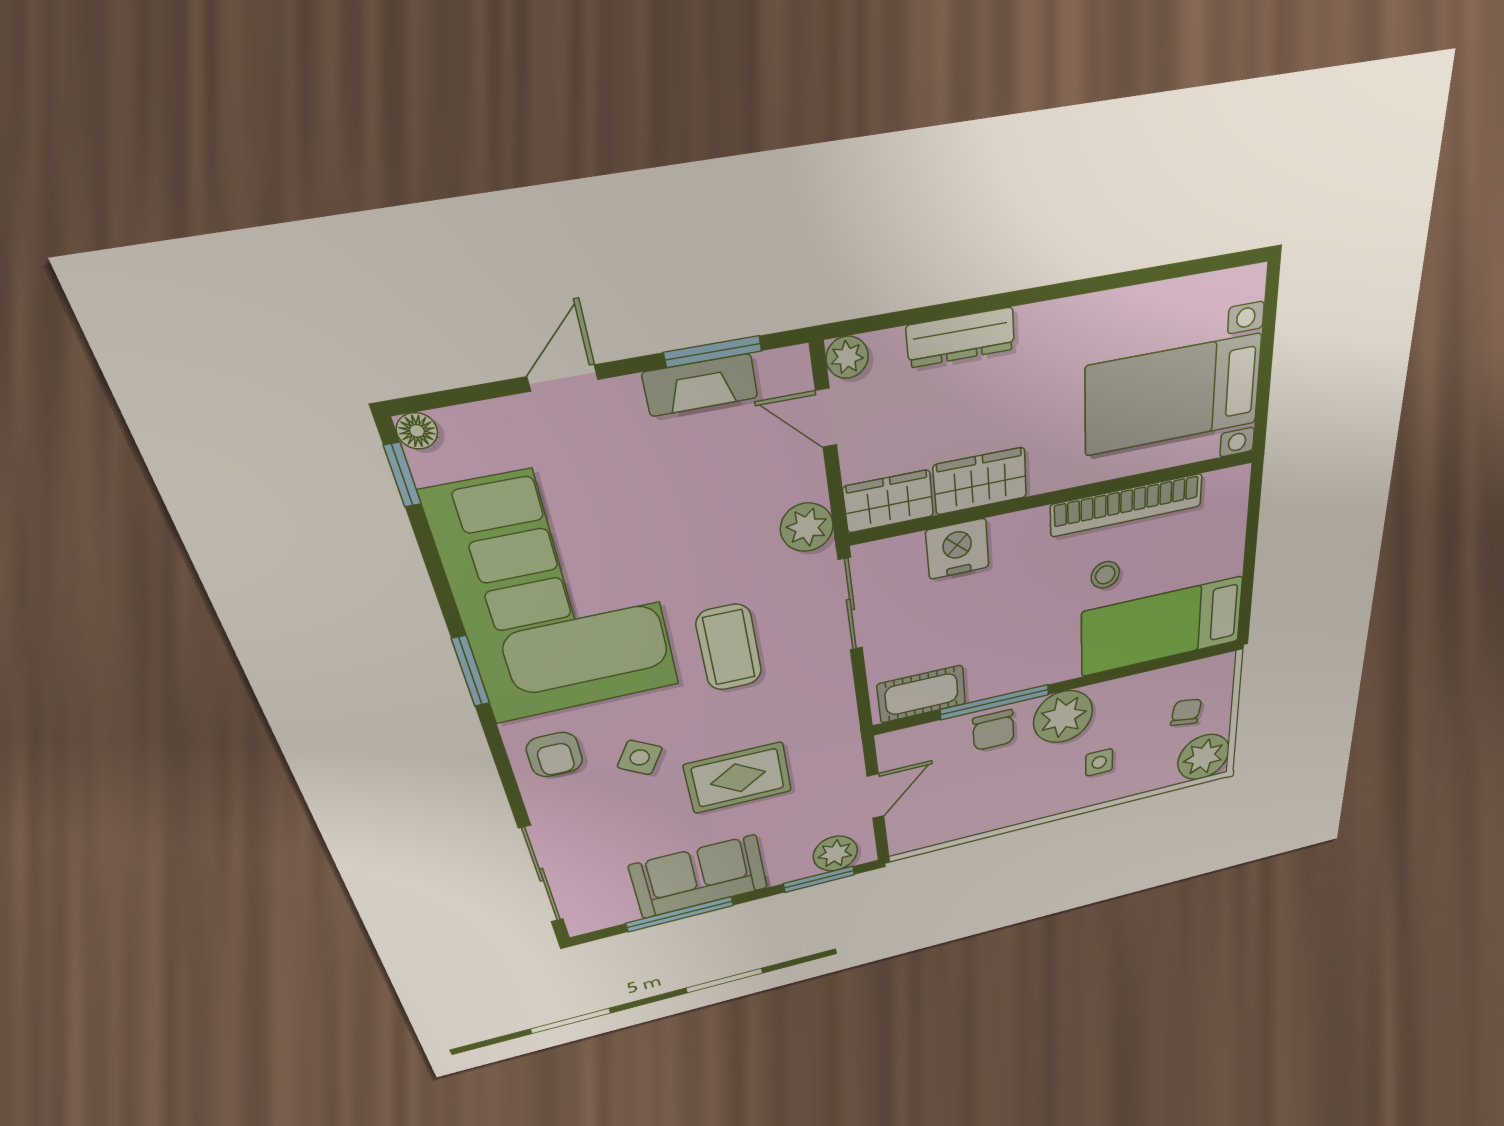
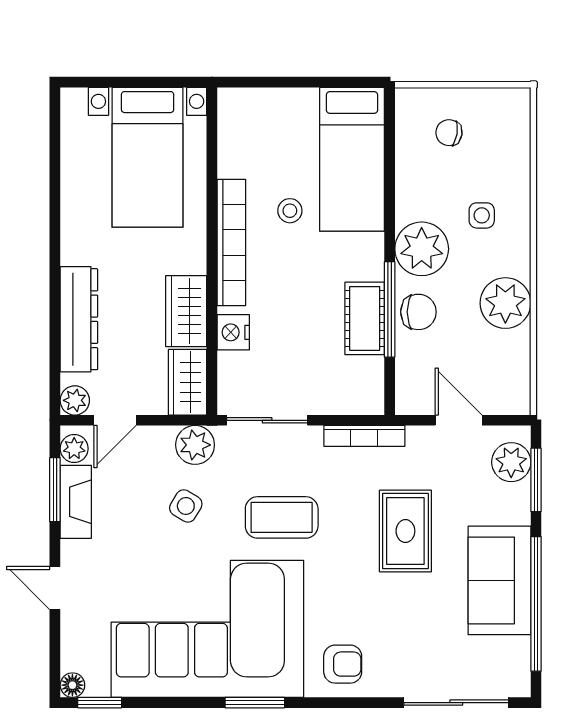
dresser: (961, 338) -> (79, 319), width x1.37, depth x1.24
plant: (778, 369) -> (74, 449), added
bookcase: (1127, 505) -> (231, 242), moved
nightstand: (957, 549) -> (233, 332), width x0.74, depth x0.75
cot: (922, 694) -> (365, 318), moved
bookcase: (845, 711) -> (364, 436), added
side table: (640, 757) -> (186, 506), moved
plant: (1203, 757) -> (505, 303), moved
window: (680, 914) -> (536, 604), width x1.46

